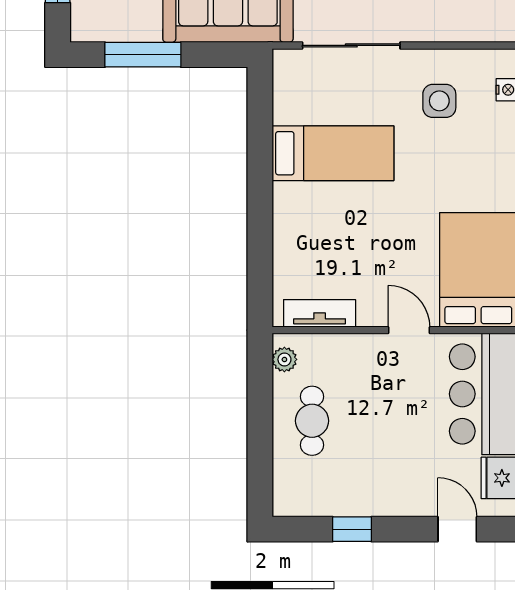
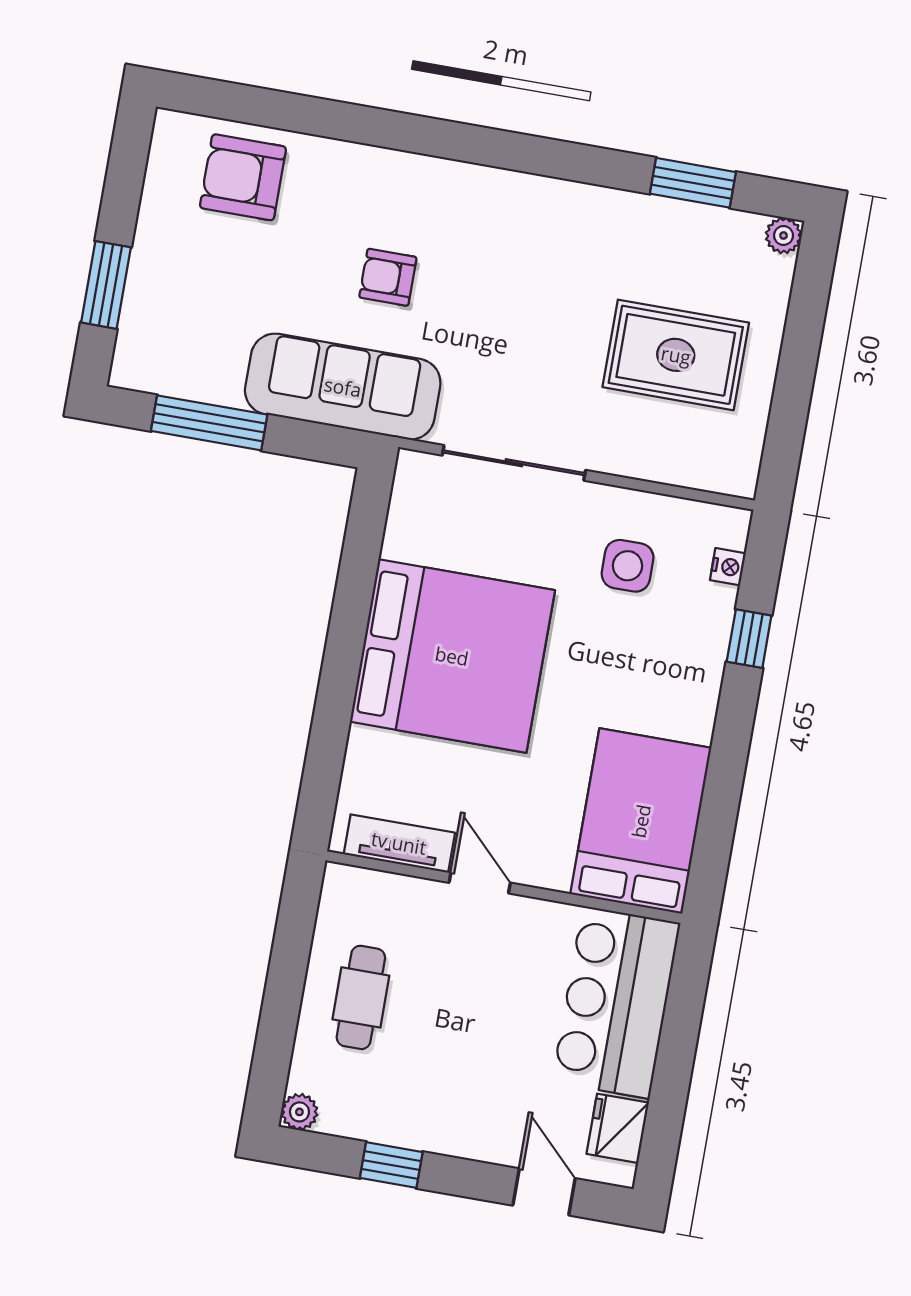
bed: (333, 153) -> (452, 656), width x2.04
door: (409, 330) -> (480, 883), moved
plant: (284, 359) -> (299, 1112), moved

